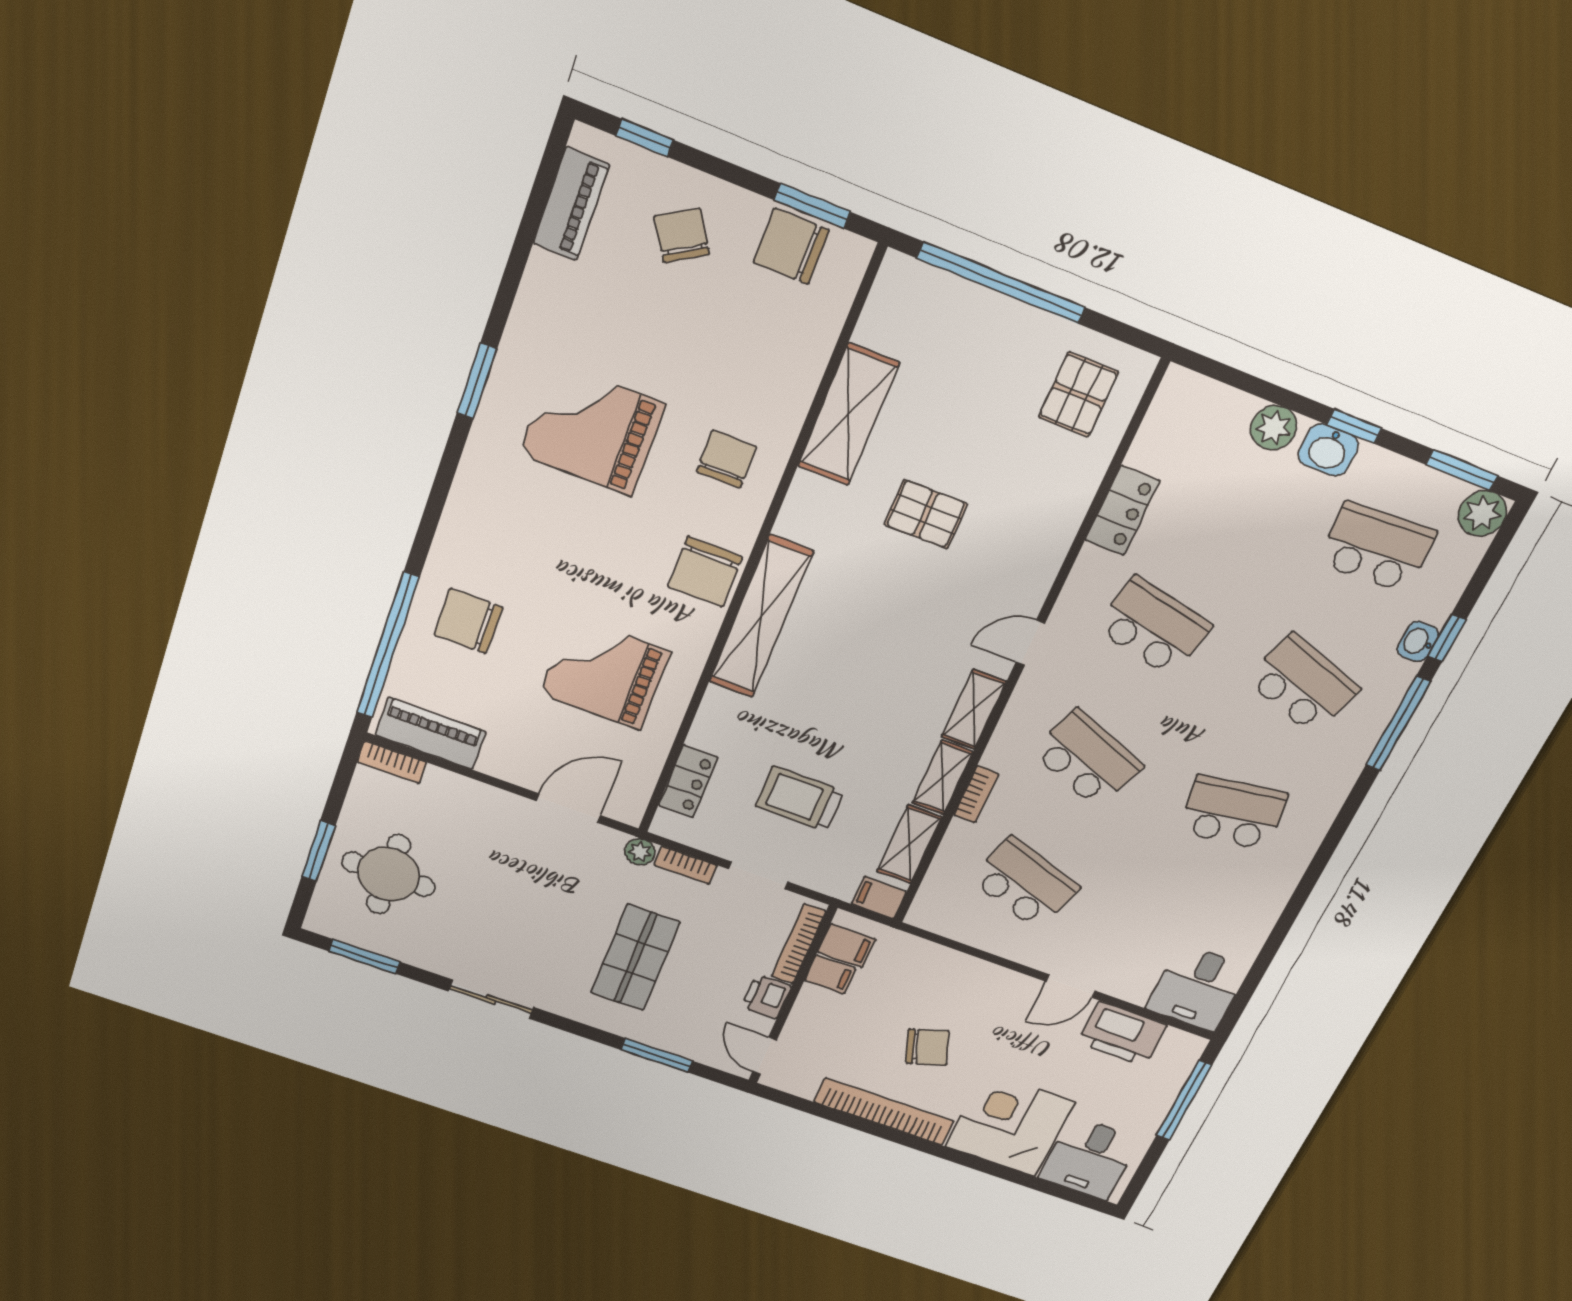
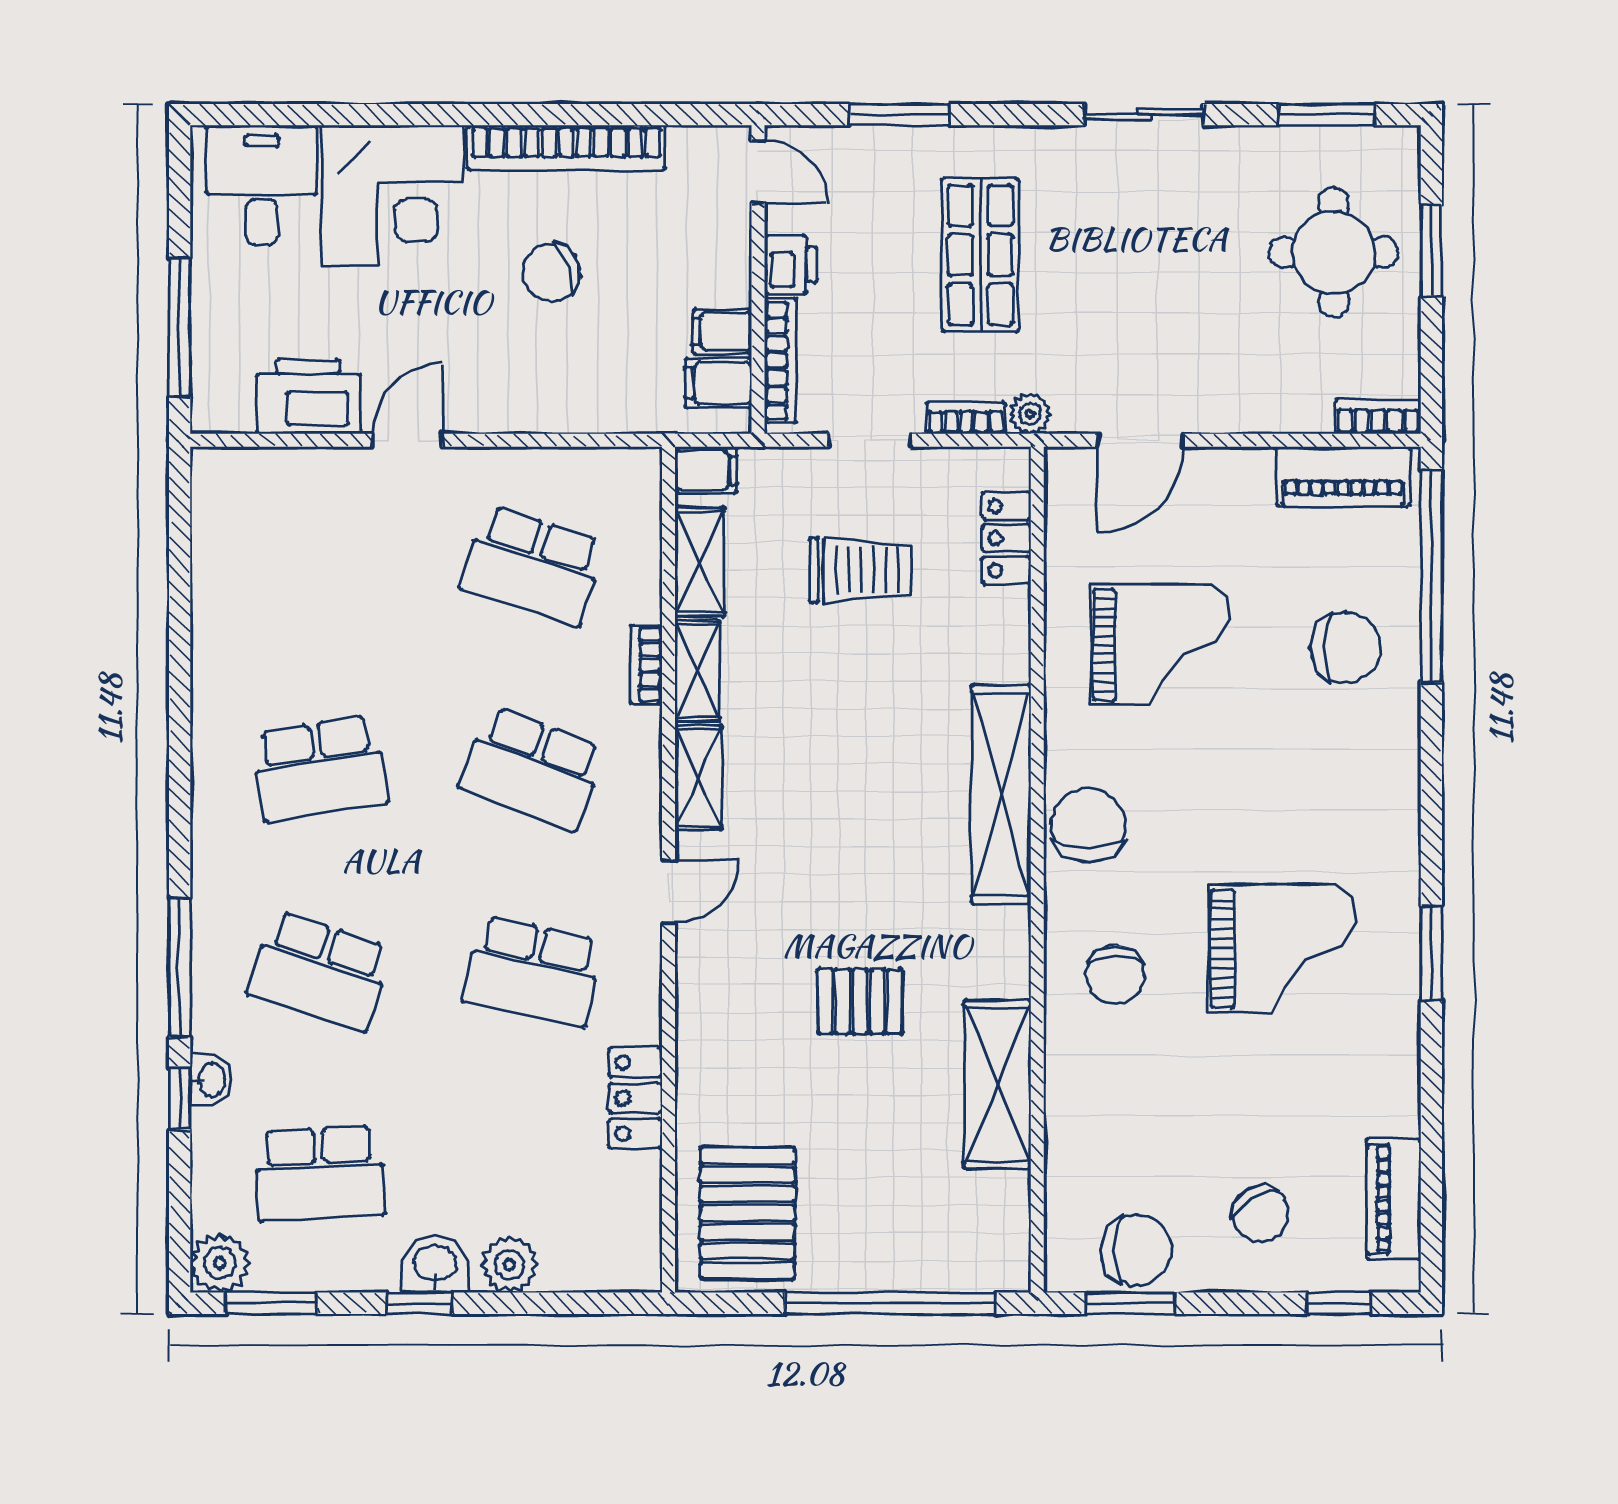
pallet: (1079, 395) -> (748, 1213), width x1.50, depth x1.42
desk: (1198, 988) -> (244, 505), removed

